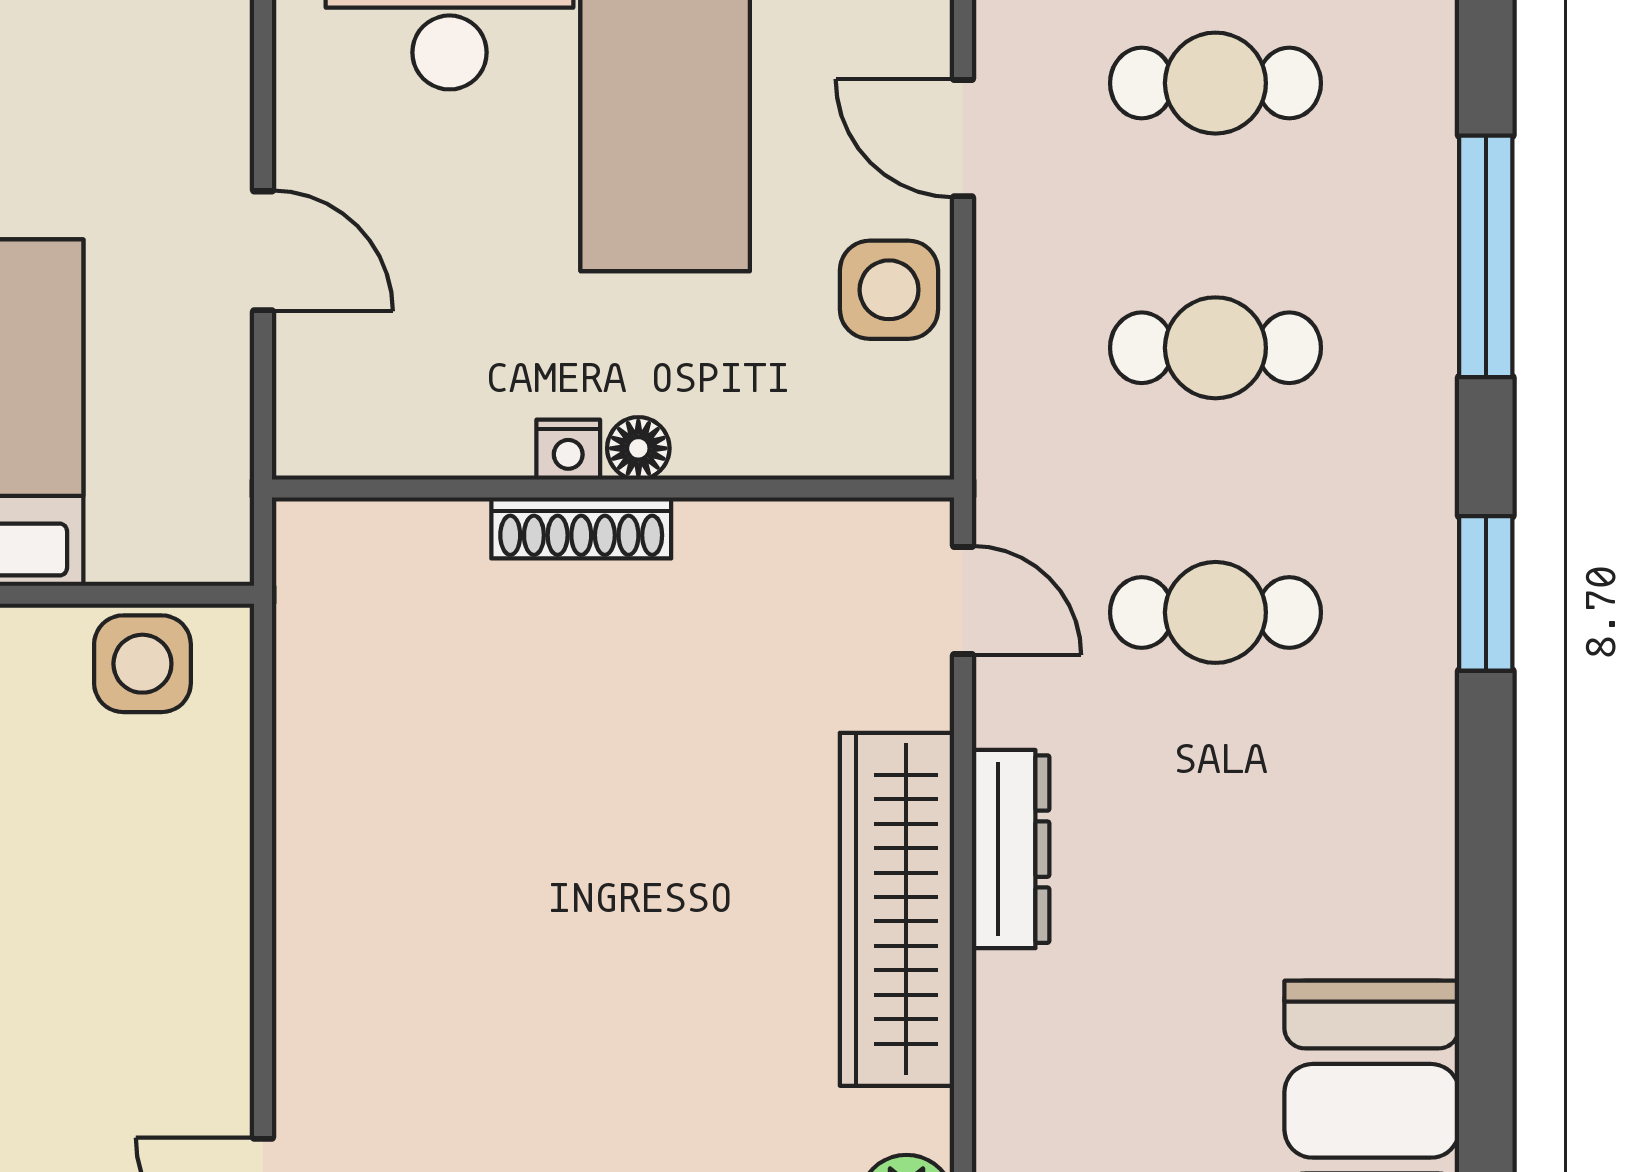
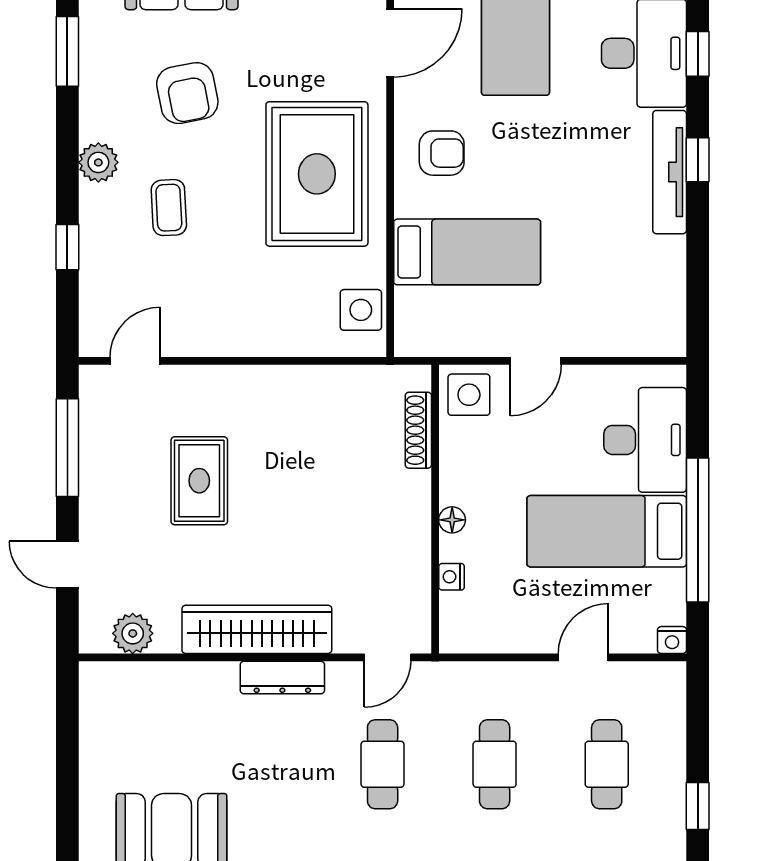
side table: (889, 290) -> (469, 395), moved
nightstand: (568, 450) -> (452, 577), moved
shoe rack: (581, 528) -> (418, 430), moved
rug: (546, 1045) -> (199, 481), added

